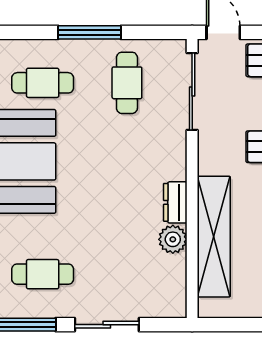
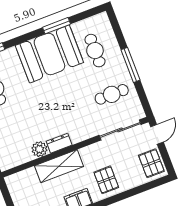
shelving: (214, 237) -> (59, 166), width x0.68

